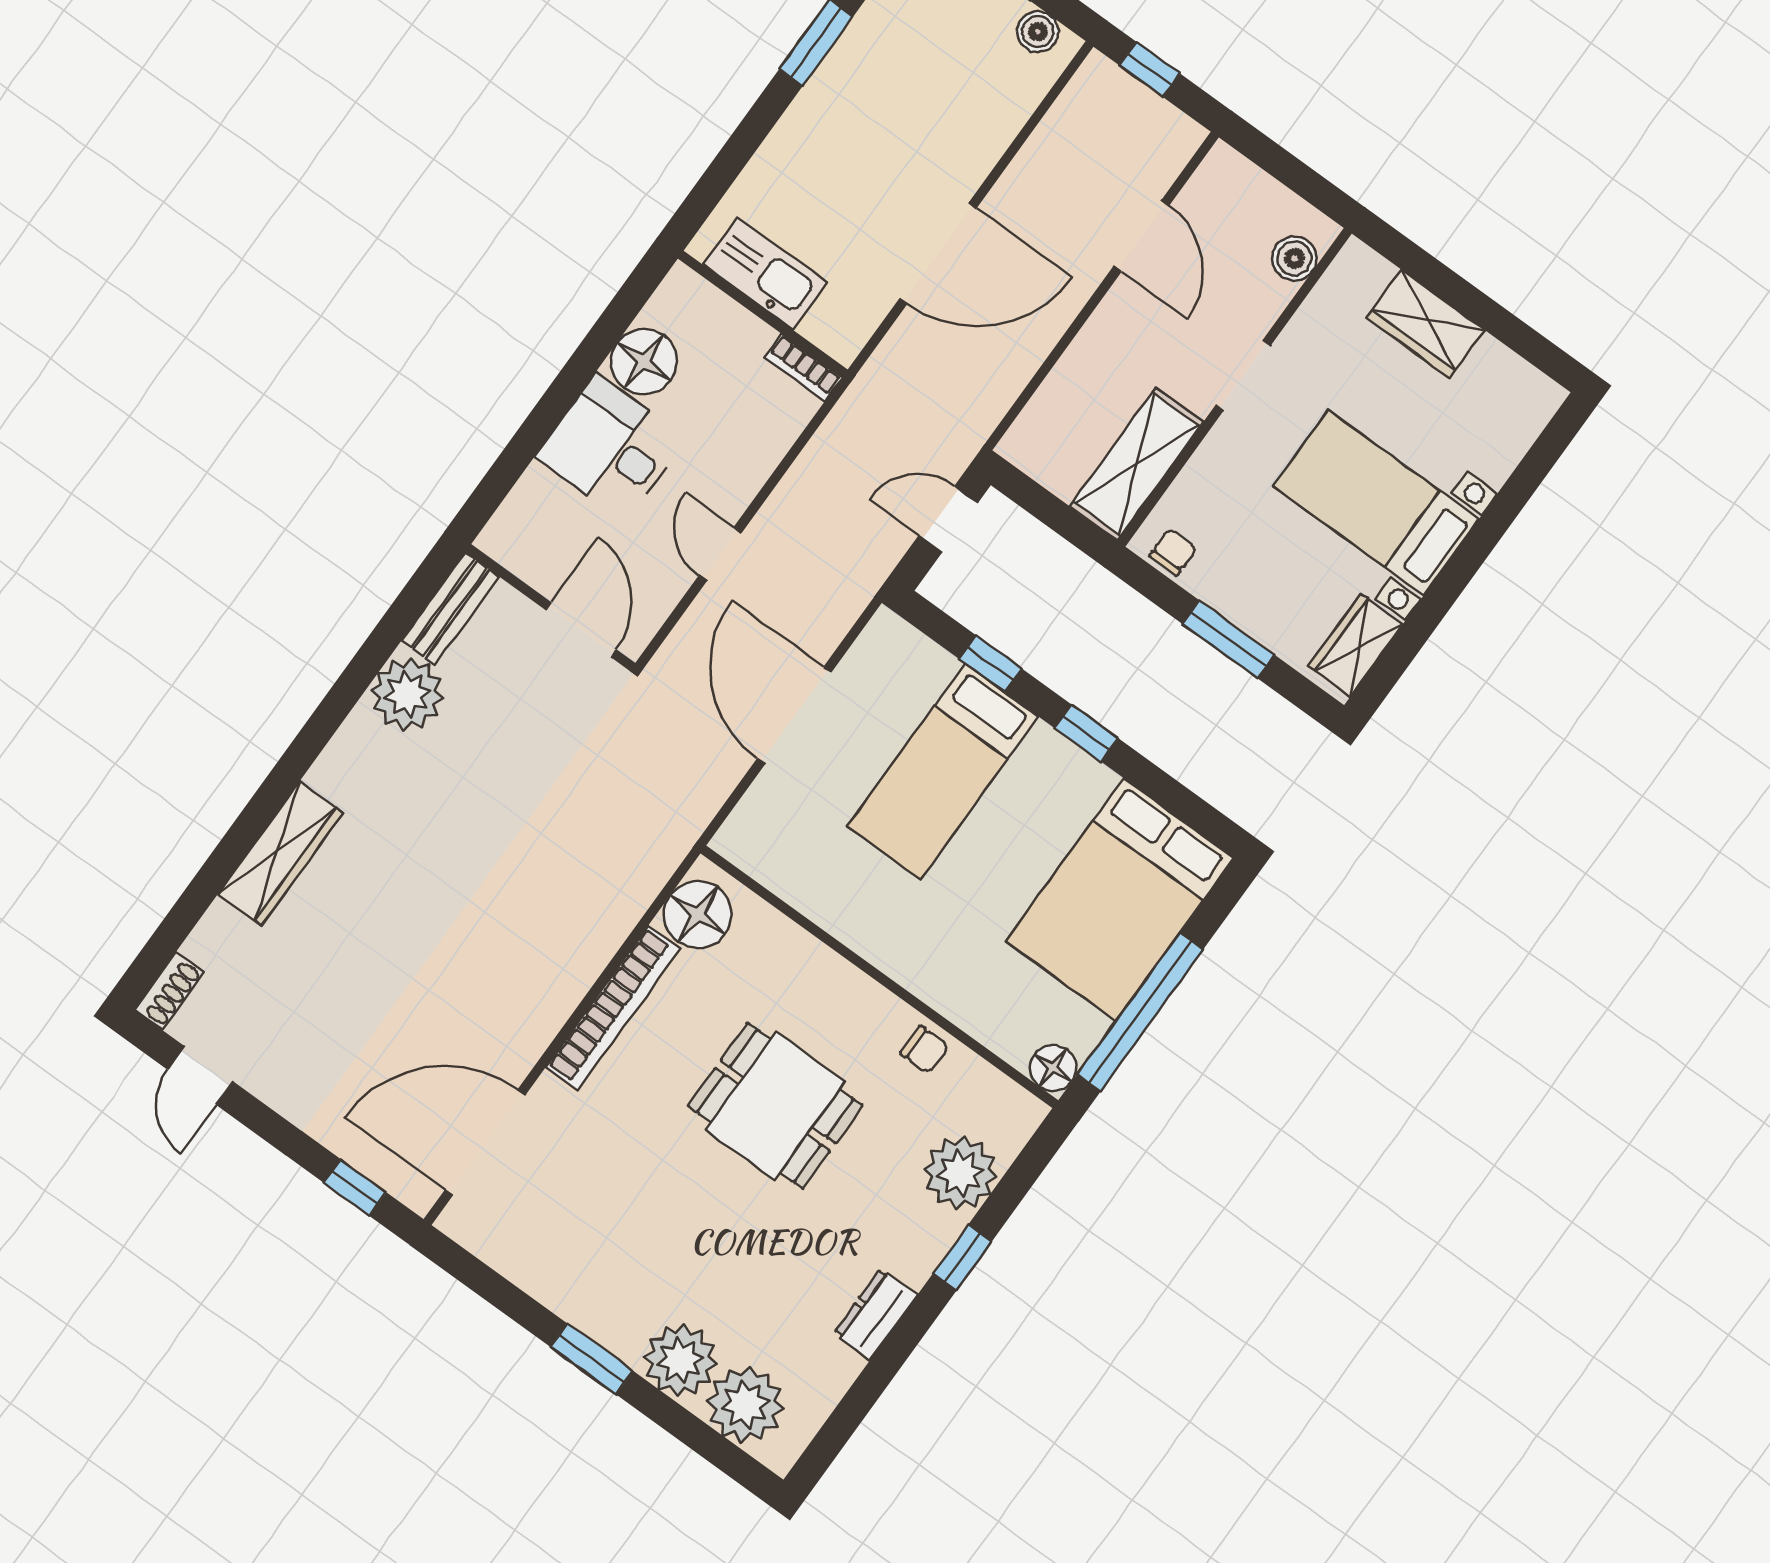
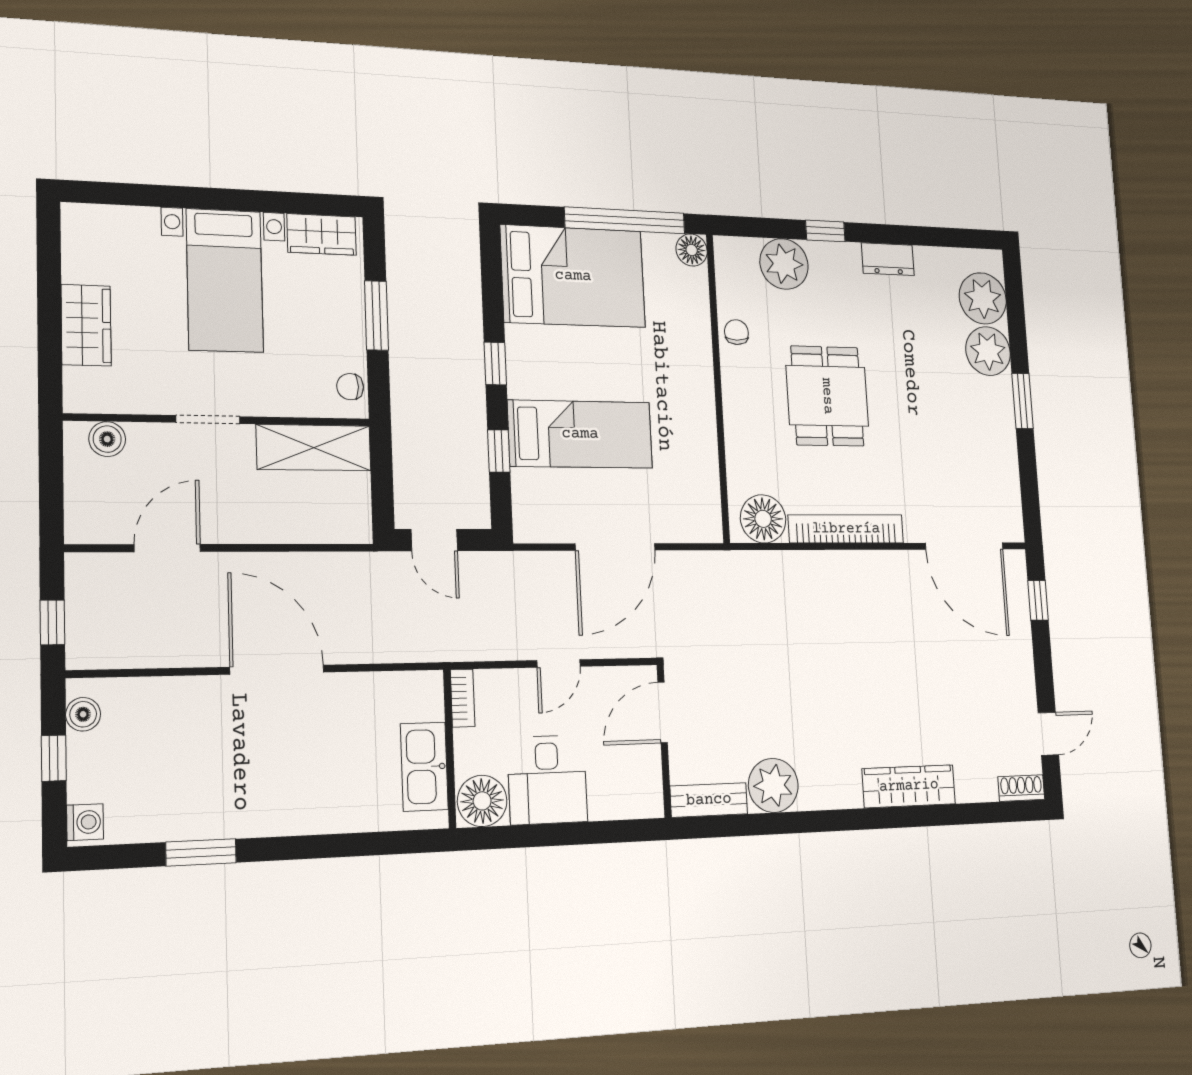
kitchen sink: (765, 274) -> (424, 767), moved
wall: (763, 314) -> (450, 749), moved
bookcase: (803, 368) -> (463, 698), moved

